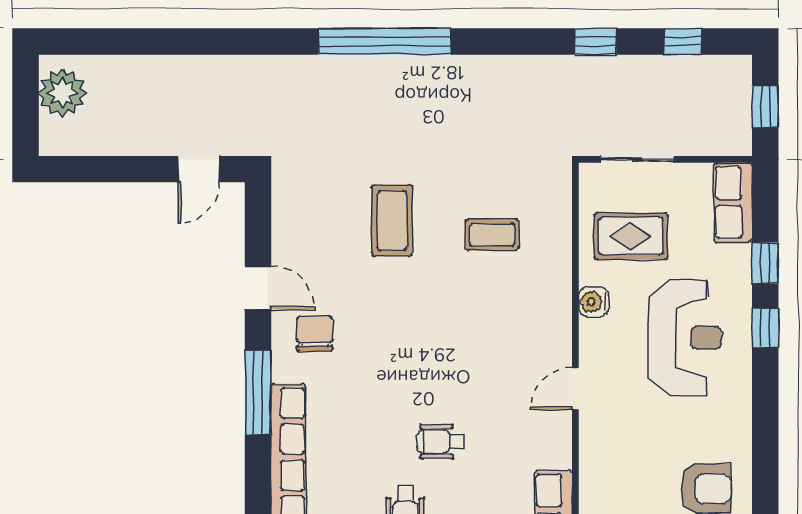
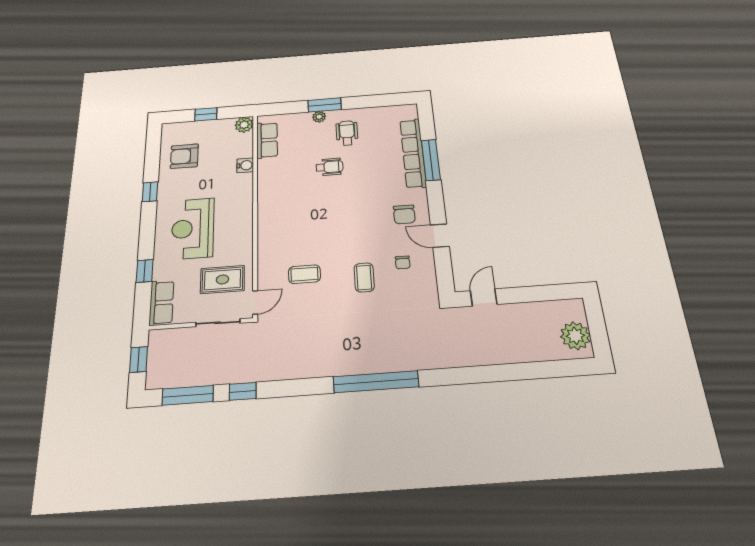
window: (683, 41) -> (188, 395), width x2.17
coffee table: (392, 221) -> (364, 277), width x0.73, depth x0.77
chair: (325, 243) -> (403, 262), added
water cooler: (593, 302) -> (245, 165), moved
window: (765, 328) -> (150, 192), moved
door: (575, 389) -> (255, 302), moved
window: (258, 393) -> (431, 160), moved

